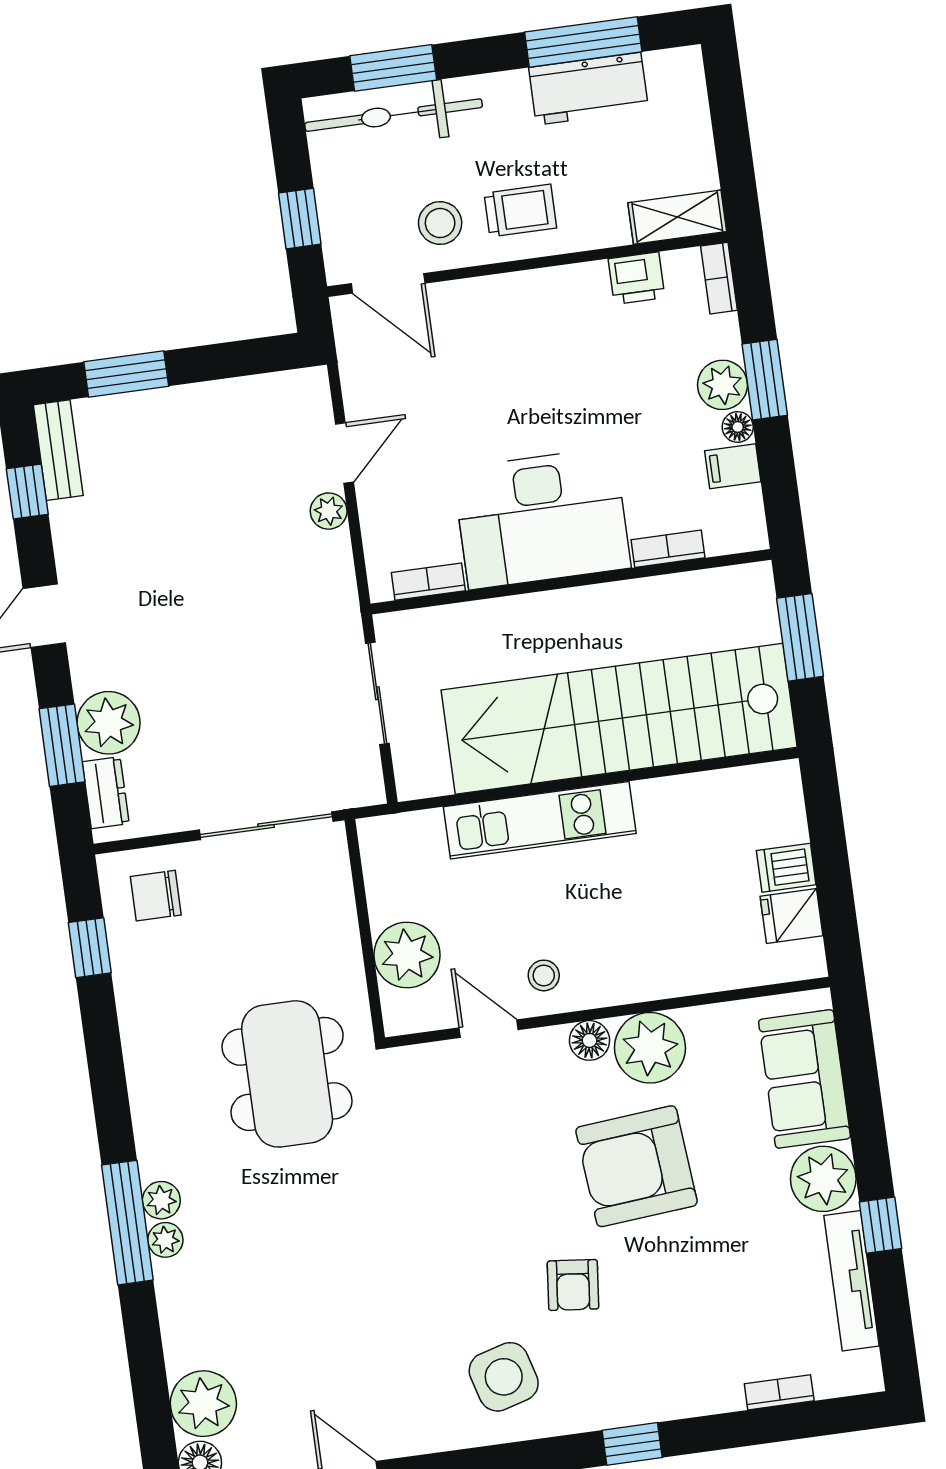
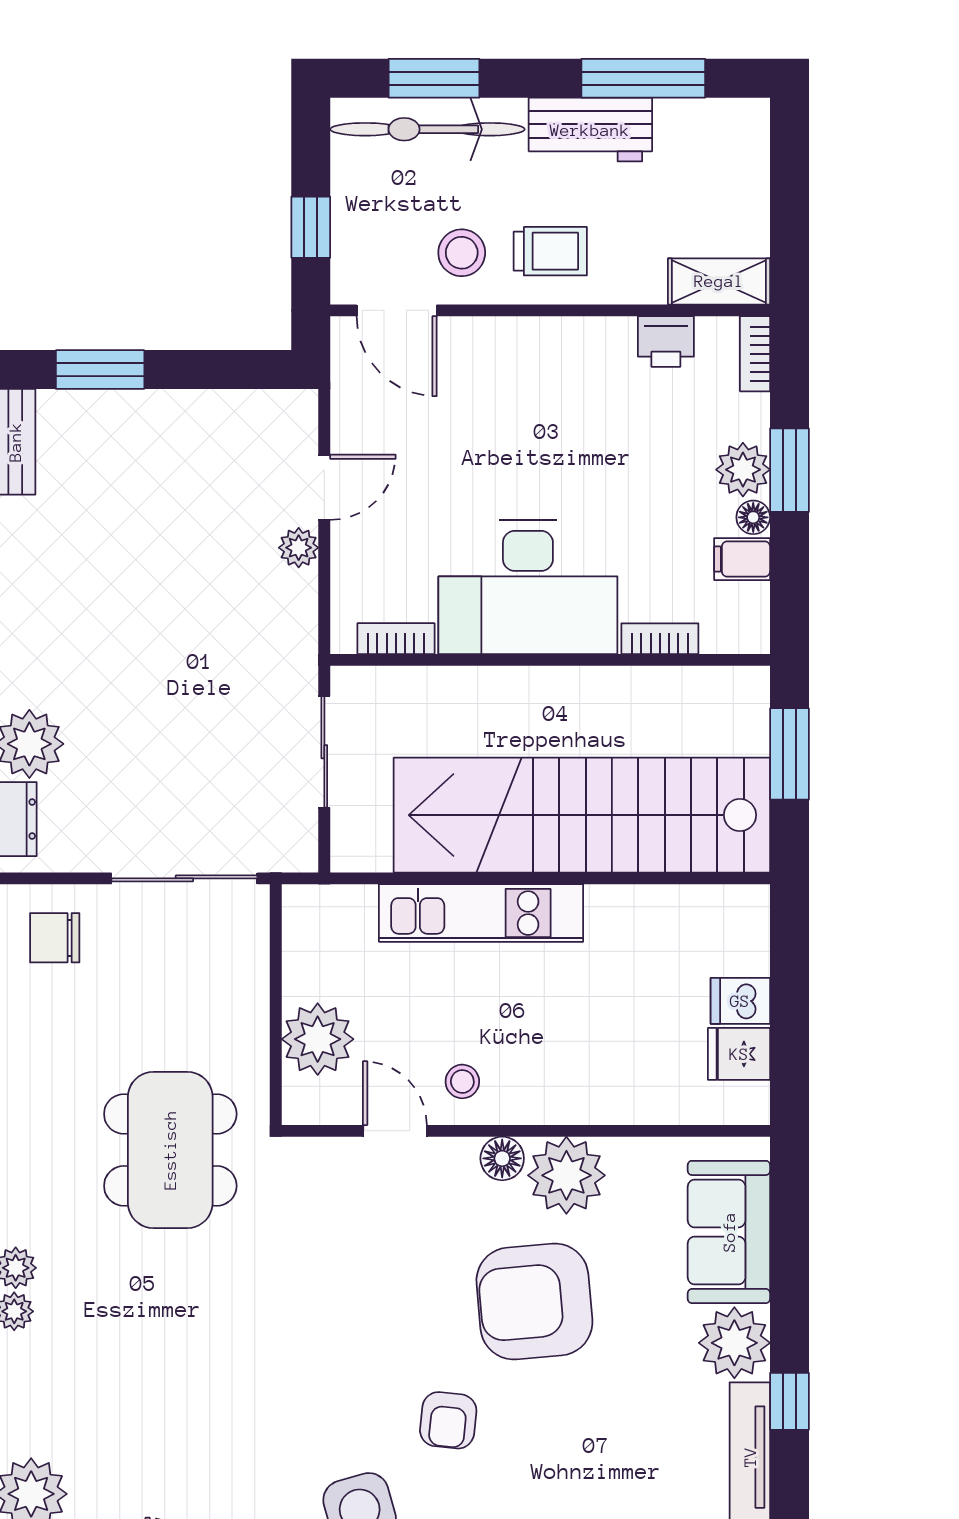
workbench: (589, 89) -> (590, 130), moved

